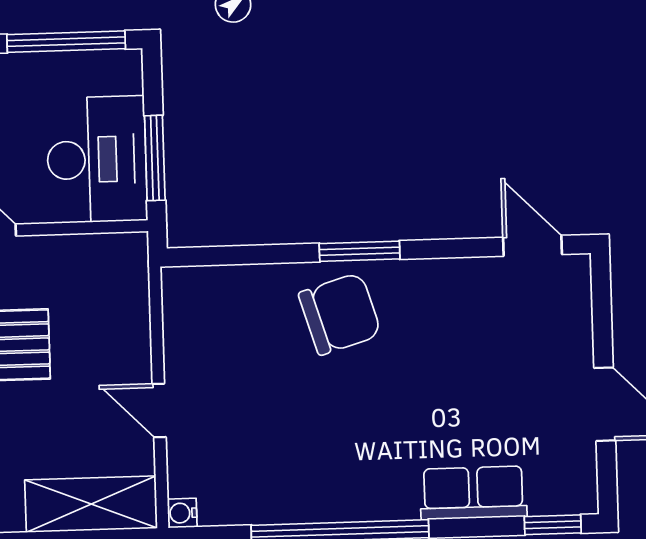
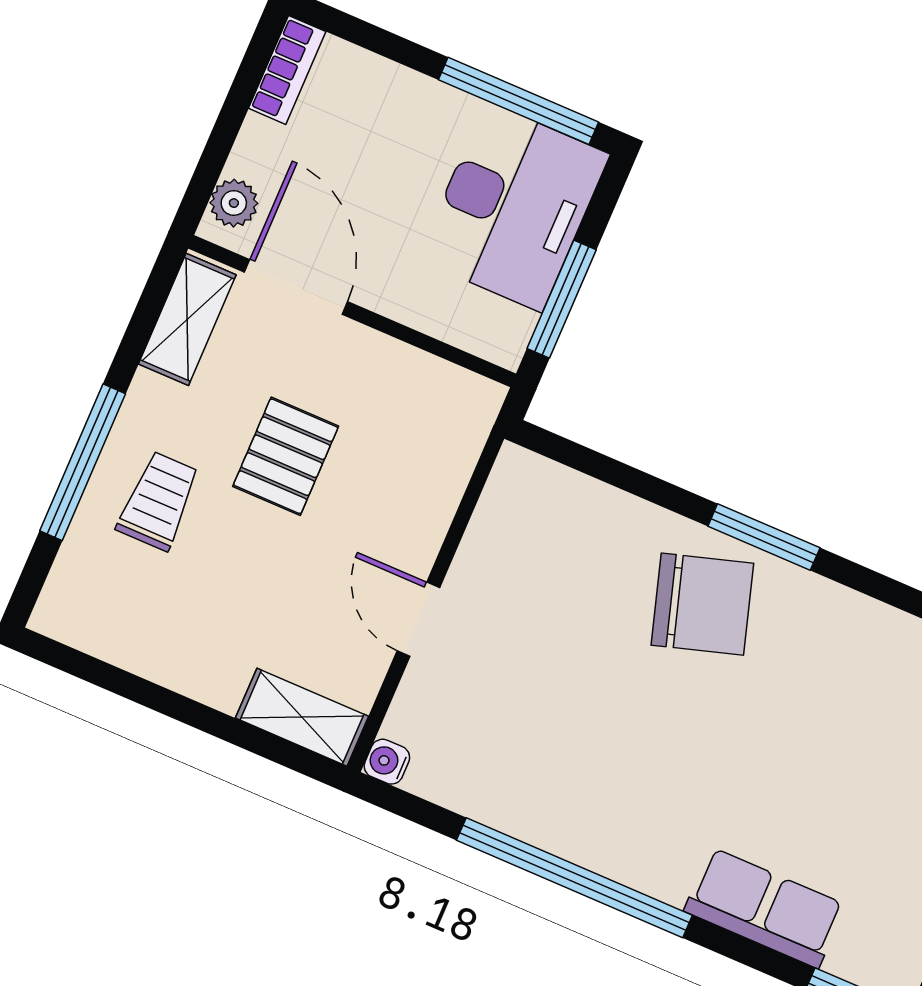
desk: (97, 159) -> (514, 207), moved
shelving: (91, 504) -> (302, 717), width x0.67, depth x0.75

